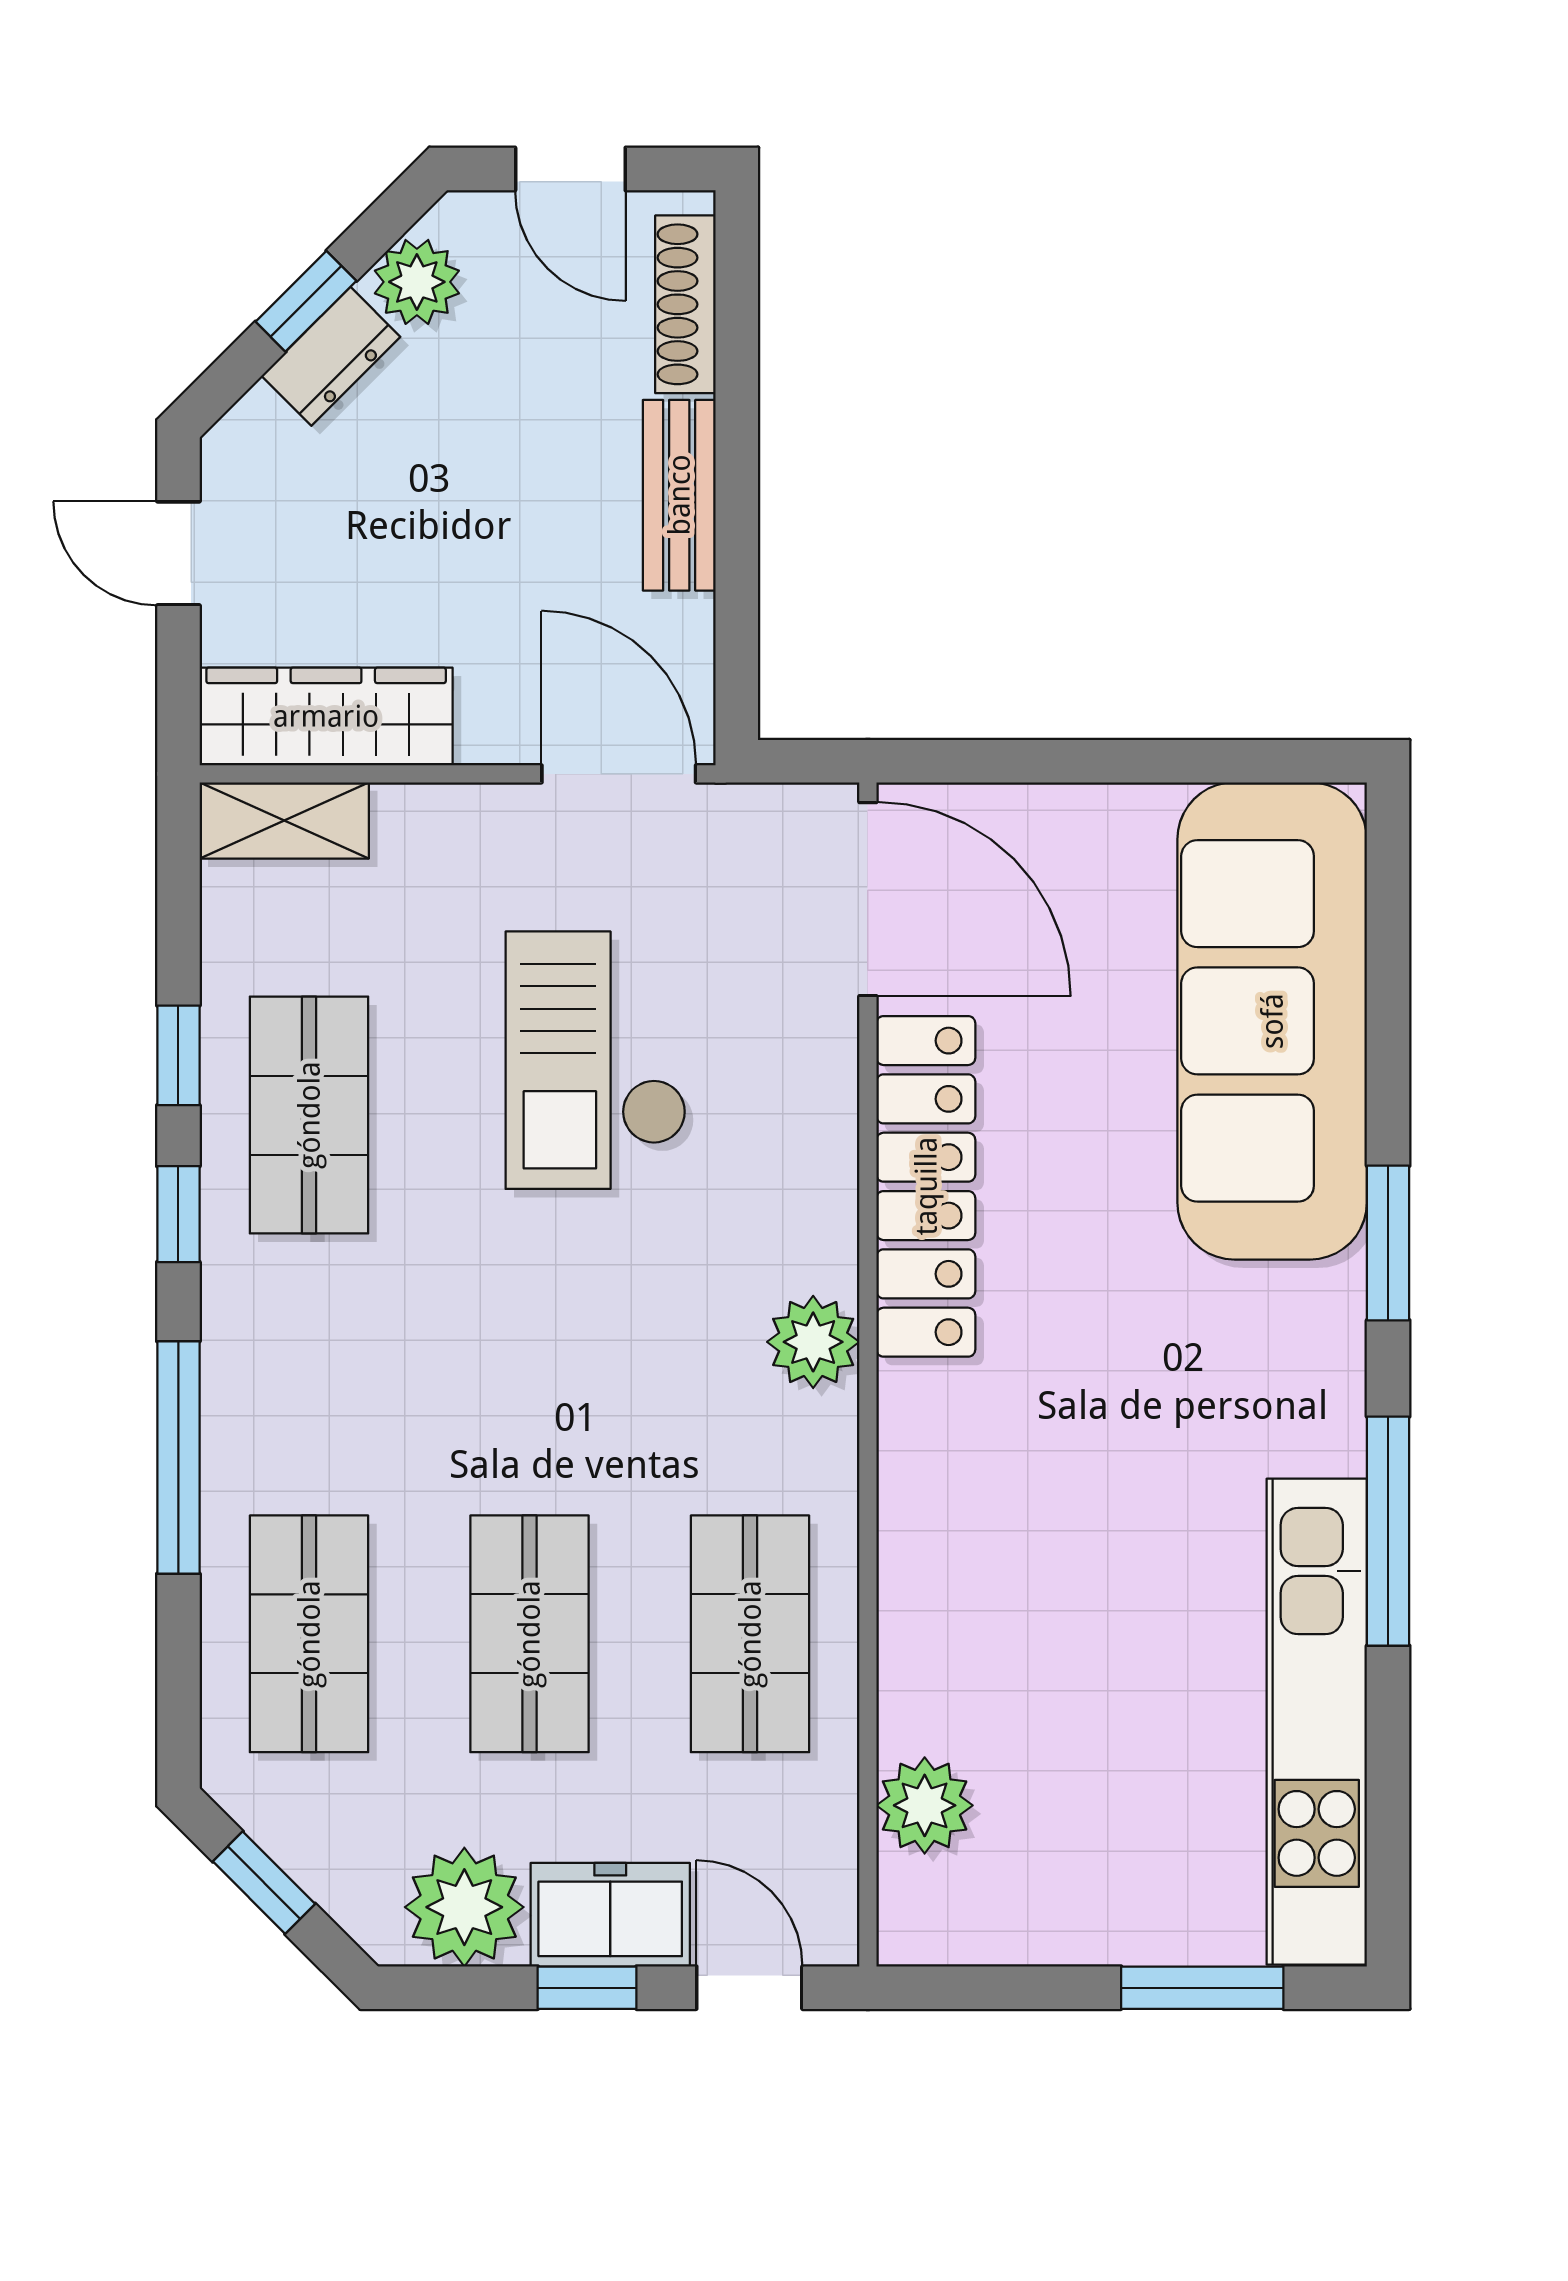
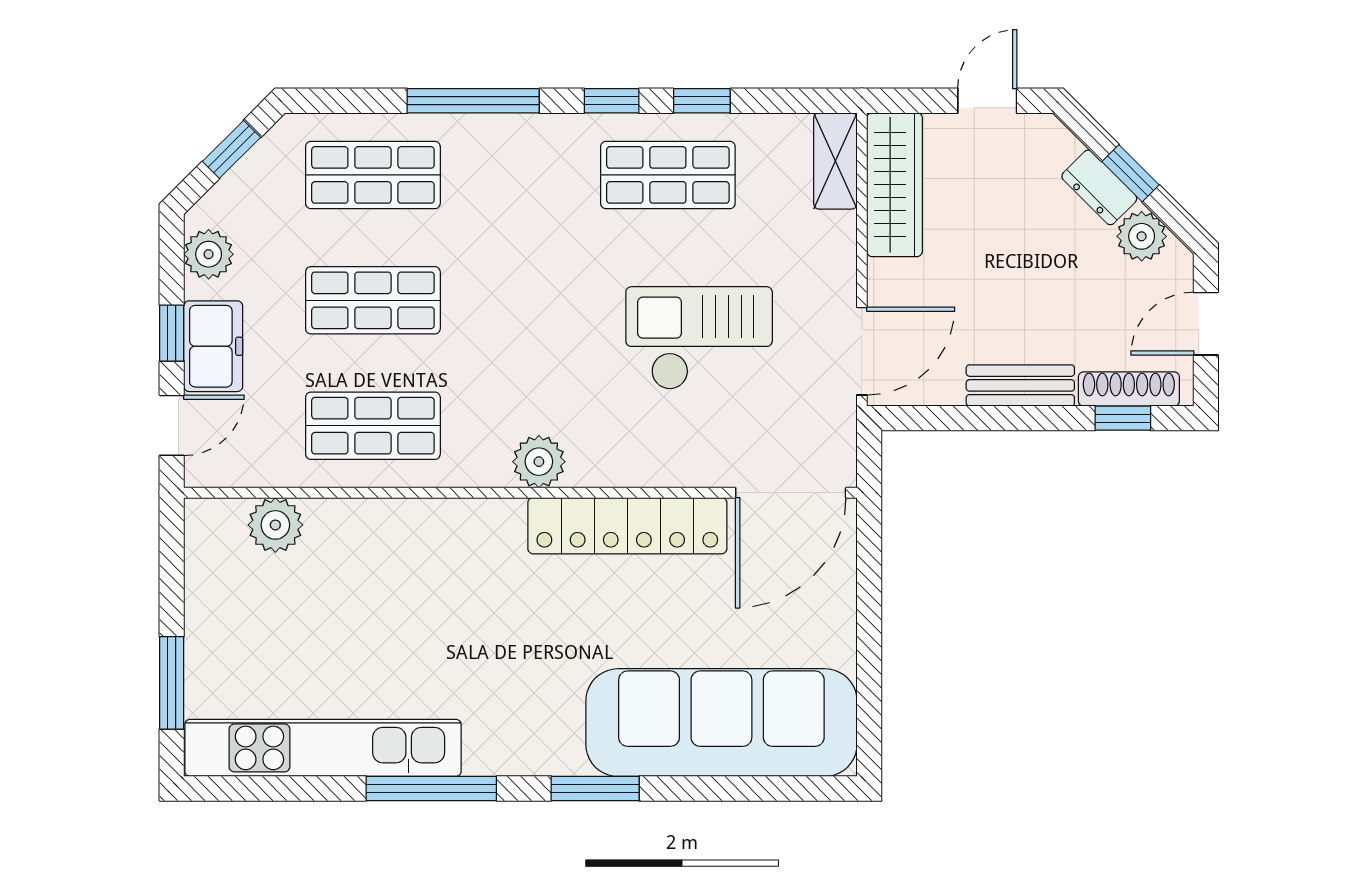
window: (737, 315) -> (1123, 418), added
plant: (464, 1907) -> (209, 254), width x0.73, depth x0.73

